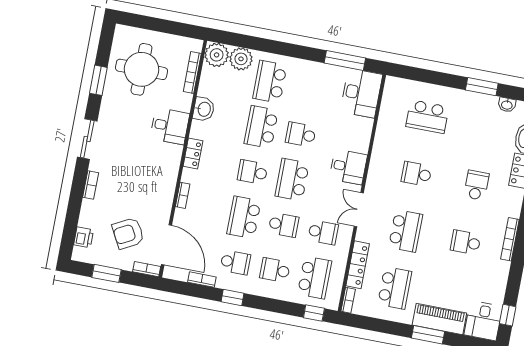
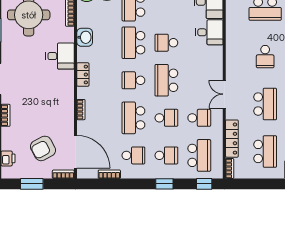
desk: (348, 167) -> (209, 32), moved
school desk: (416, 174) -> (265, 57), turned -90
school desk: (275, 270) -> (166, 155), turned 180
window: (233, 298) -> (164, 184), moved

